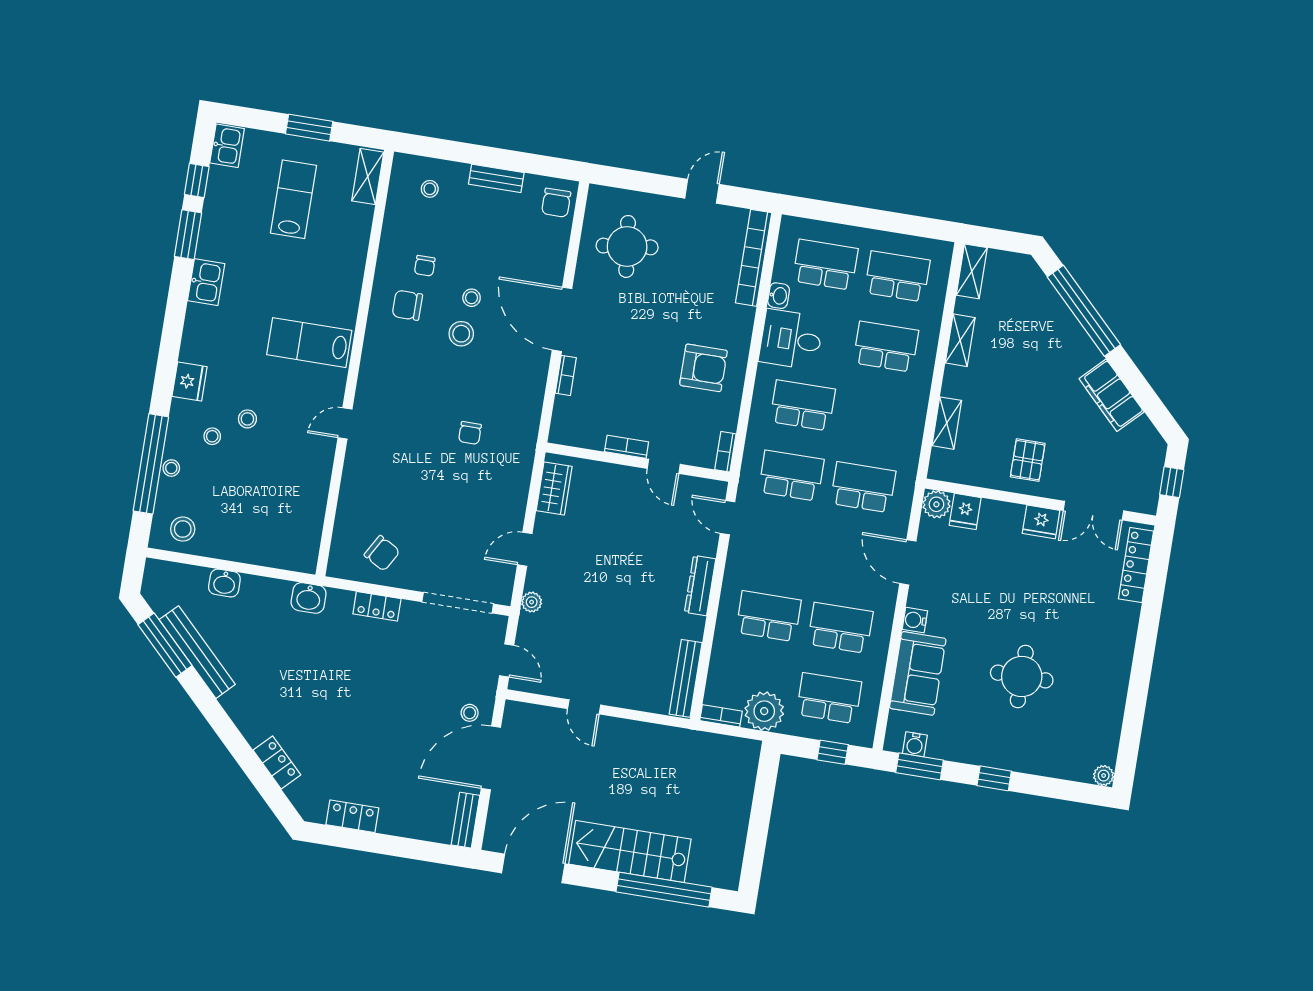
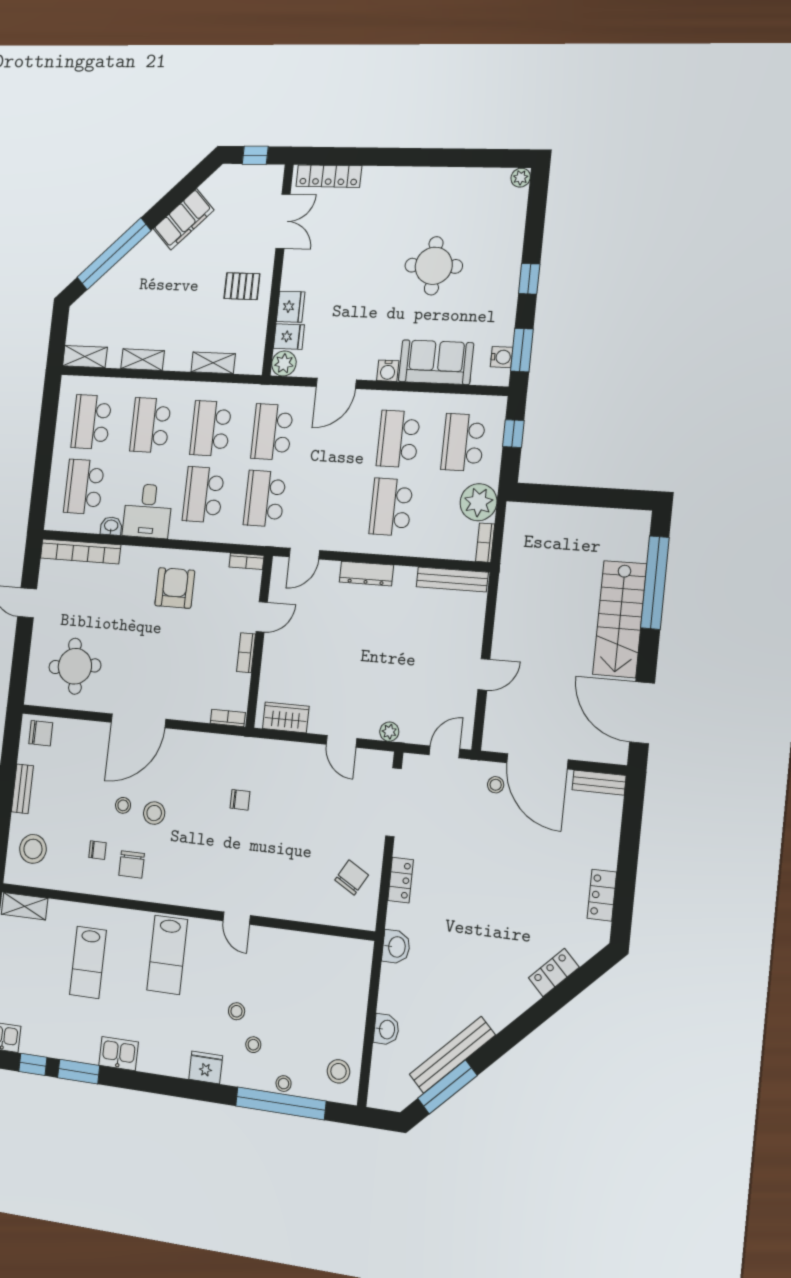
stool: (430, 189) -> (33, 849), width x1.89, depth x1.89
lab bench: (294, 199) -> (88, 962), moved, turned -90
bookcase: (566, 375) -> (228, 718), moved
school desk: (874, 417) -> (211, 428), added
fridge: (1041, 522) -> (291, 307), moved

